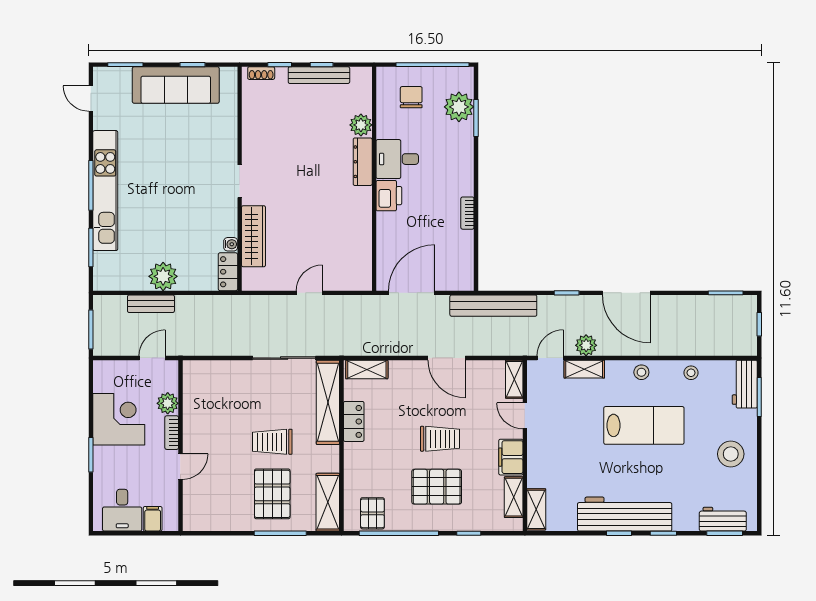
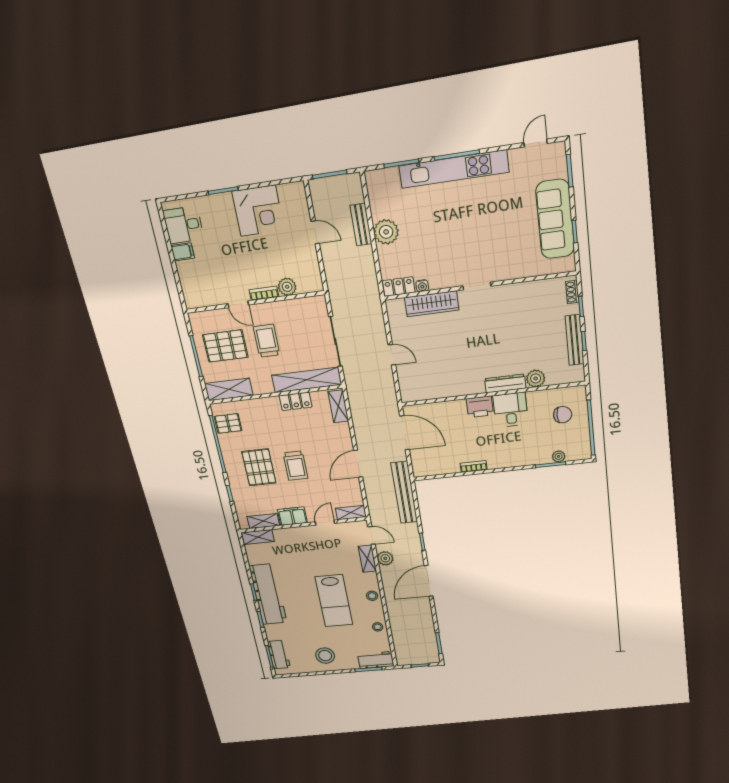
plant: (459, 107) -> (559, 456), width x0.53, depth x0.53
plant: (168, 403) -> (287, 287), moved
bookcase: (172, 433) -> (264, 293), moved
wall: (180, 446) -> (255, 302), moved
door: (180, 467) -> (238, 304), moved

